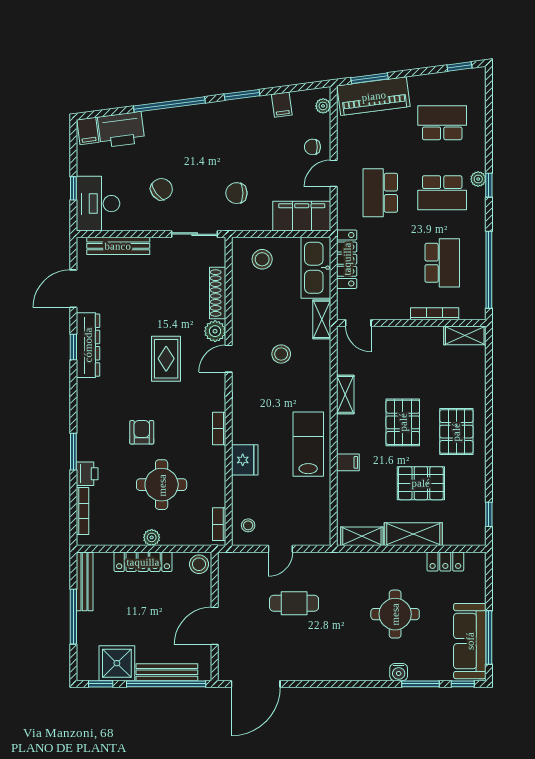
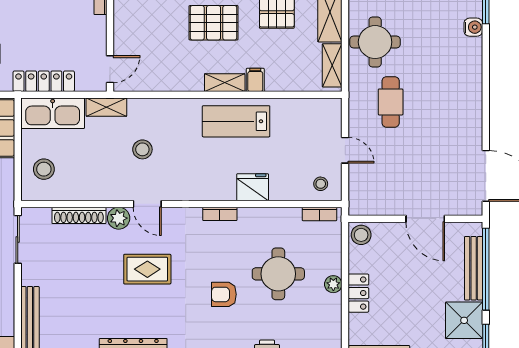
shelving: (345, 394) -> (225, 83), moved
locker: (143, 562) -> (358, 293), width x0.66
cafe table: (294, 603) -> (391, 102), moved
round table: (395, 614) -> (375, 42), moved

